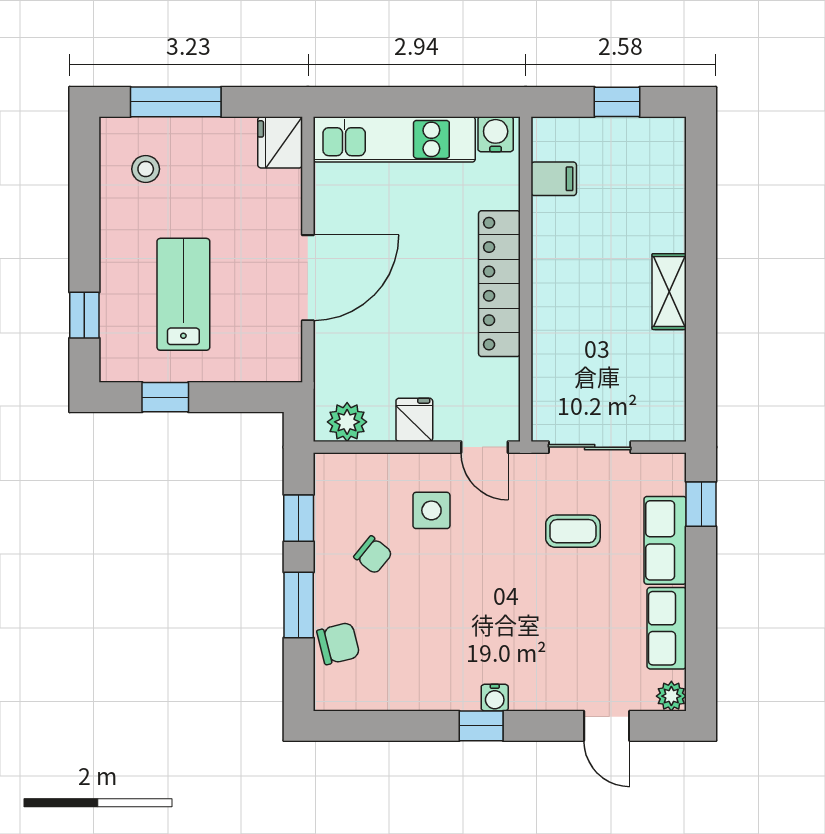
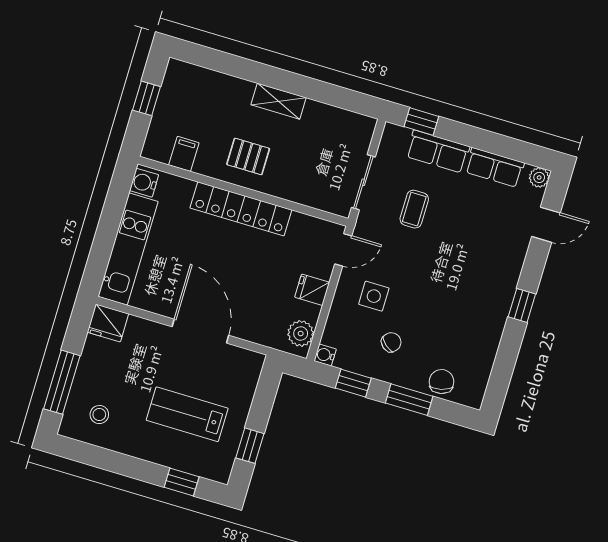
pallet: (577, 272) -> (248, 156), added
water cooler: (495, 698) -> (325, 355), moved, turned 180

